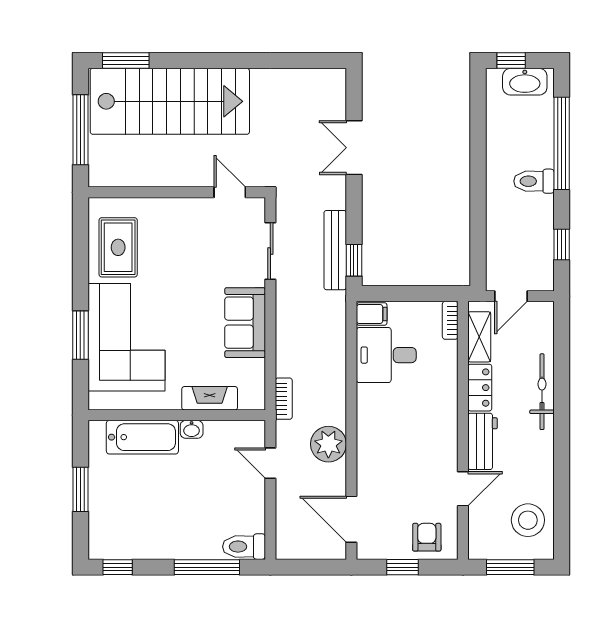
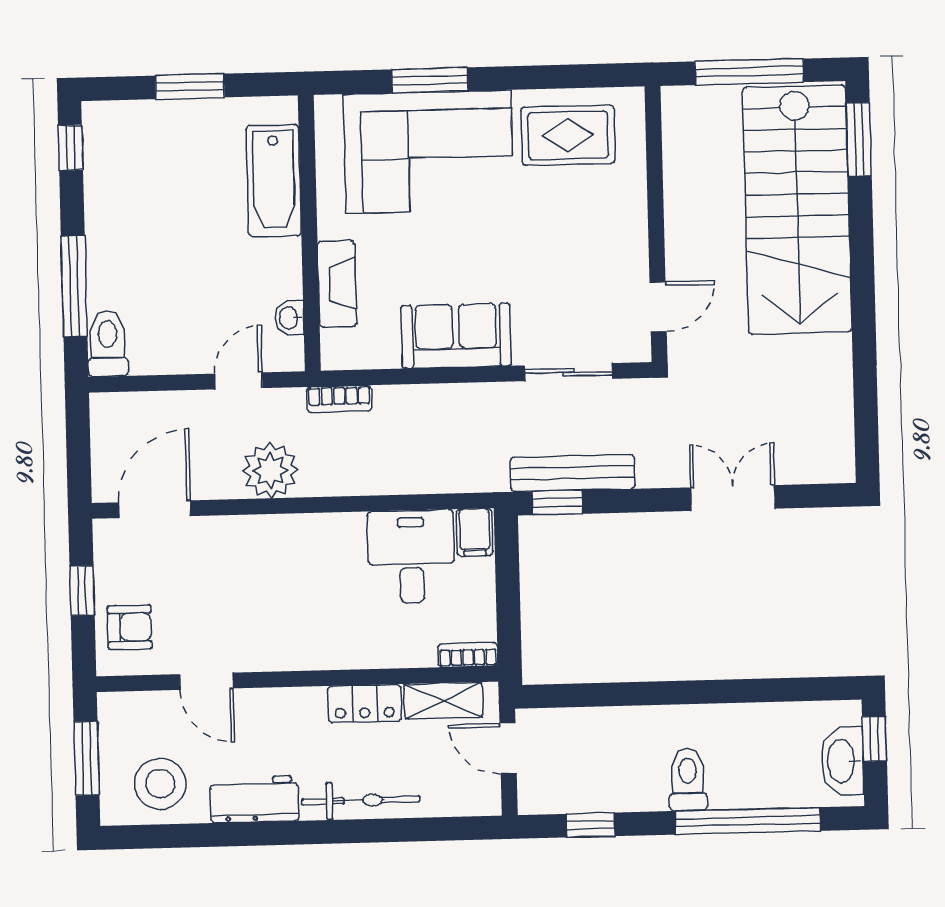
washbasin: (192, 429) -> (289, 318), moved
workbench: (483, 441) -> (254, 799), moved, turned 180

